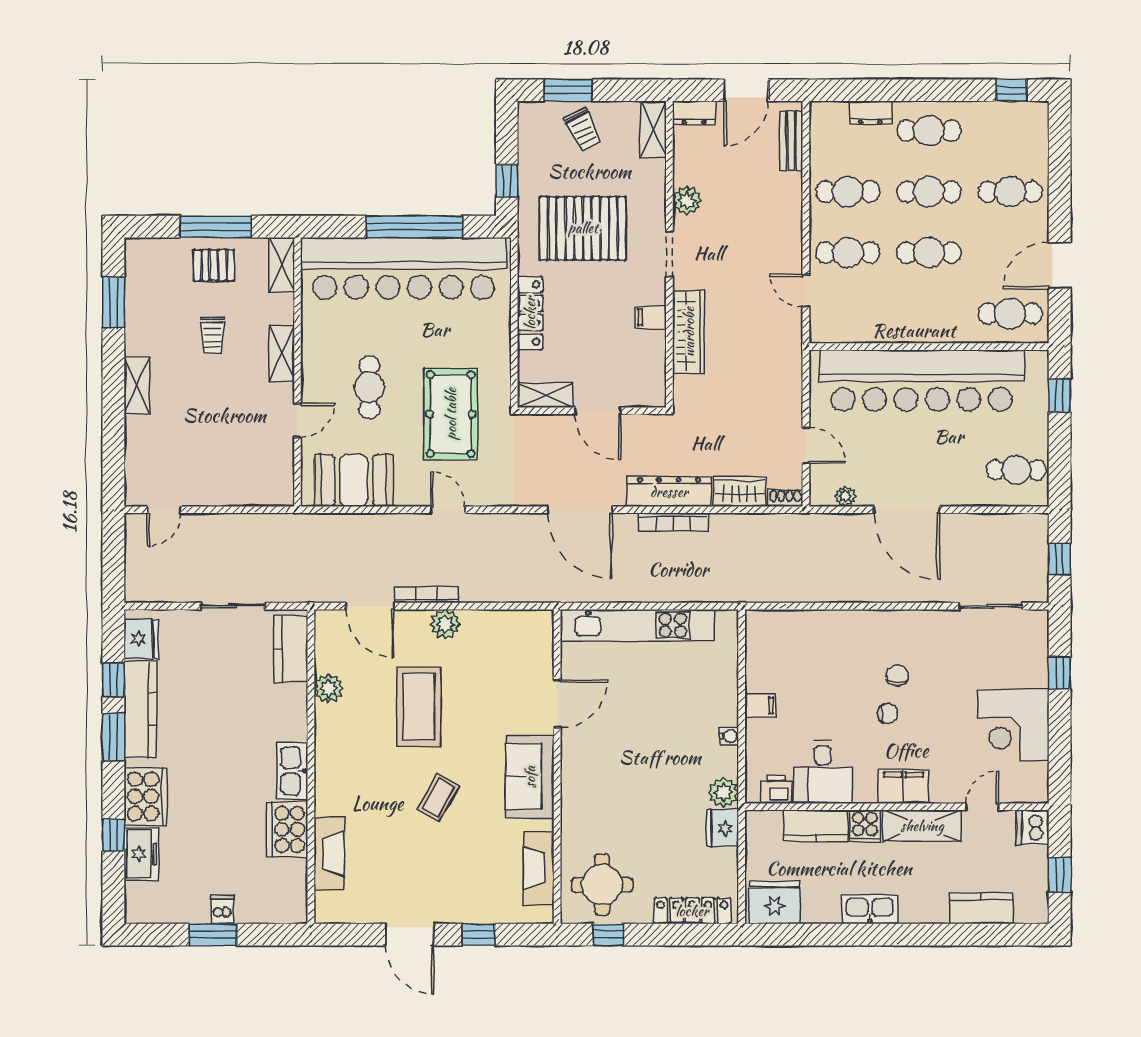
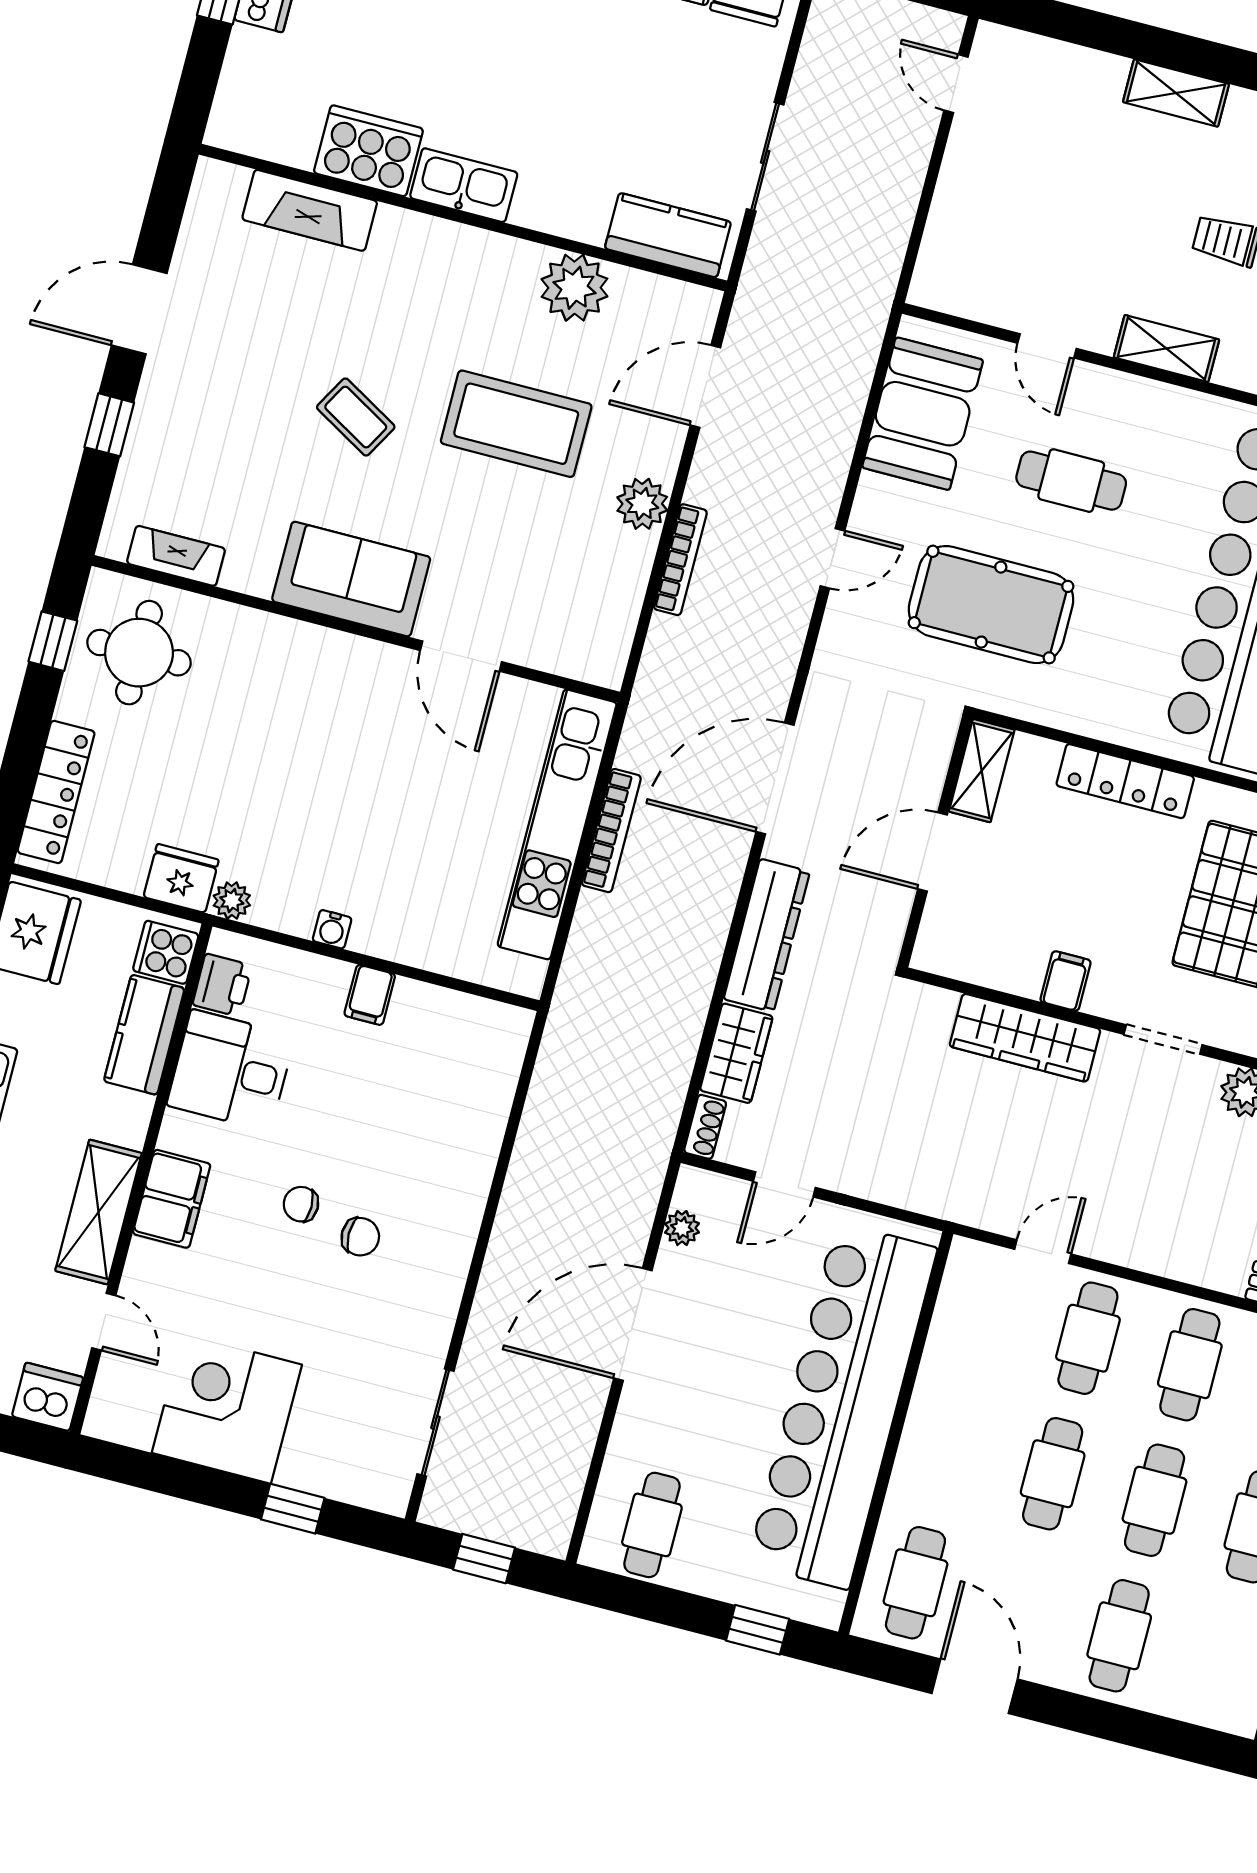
bookcase: (673, 522) -> (611, 831), moved, turned 180
bookcase: (426, 595) -> (680, 560), moved
plant: (329, 689) -> (575, 288), width x1.36, depth x1.36
chair: (888, 713) -> (301, 1204), turned 90
plant: (723, 792) -> (232, 901), width x0.73, depth x0.73
cooker: (865, 826) -> (166, 952), moved
fireplace: (539, 868) -> (176, 556), width x0.73, depth x0.76

